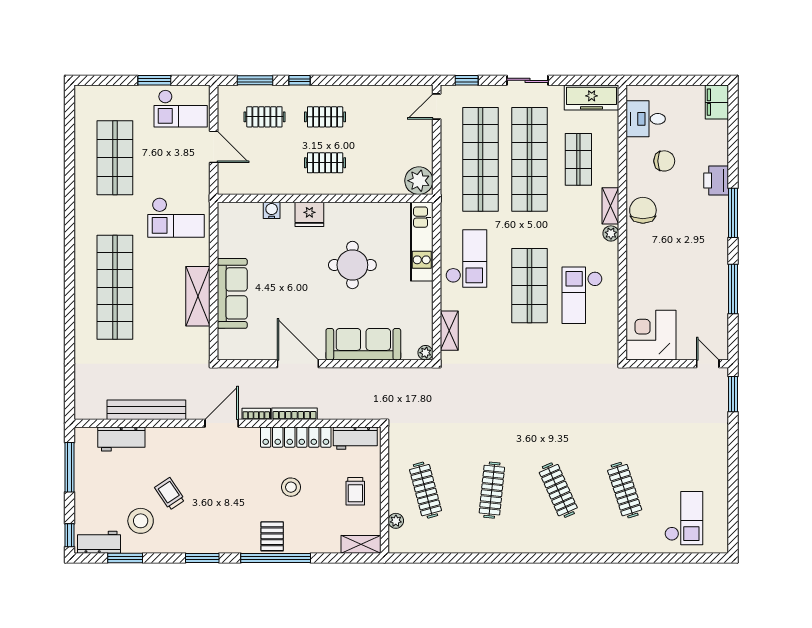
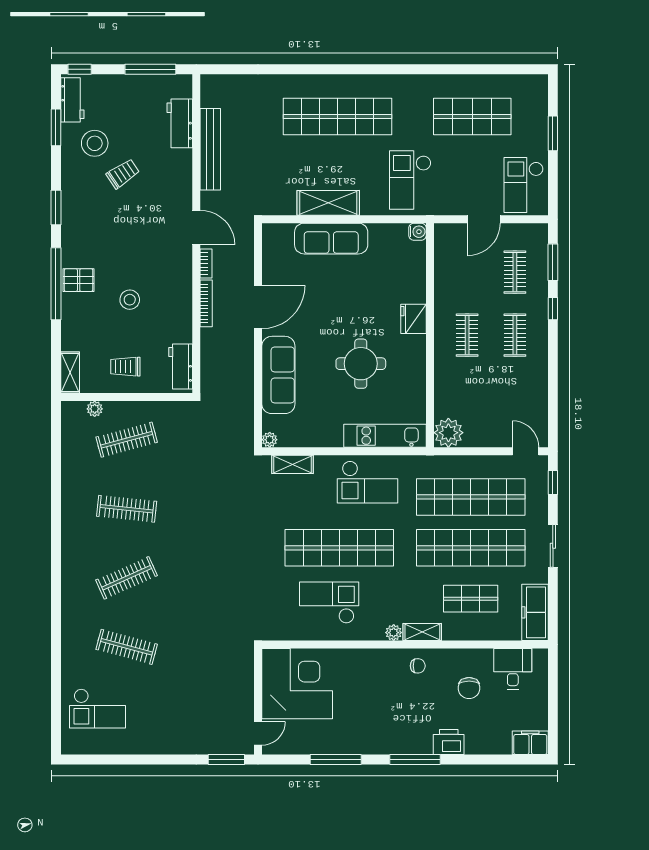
window: (154, 80) -> (553, 133), moved
water cooler: (272, 210) -> (418, 232), moved
chair: (643, 210) -> (418, 666), width x0.54, depth x0.54
shop shelf: (529, 286) -> (339, 548), width x1.40
corner desk: (651, 335) -> (297, 684), width x1.36, depth x1.36
locker: (296, 437) -> (182, 305), removed
clothes rail: (625, 490) -> (127, 647), turned 33

